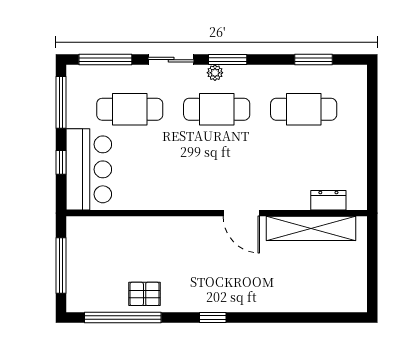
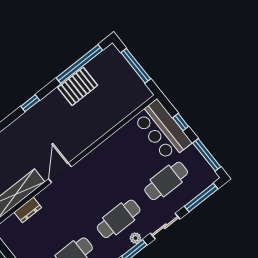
dresser: (328, 200) -> (28, 210), moved
door: (241, 213) -> (60, 173), hinge flipped
pallet: (145, 294) -> (78, 86), width x1.50, depth x1.42

